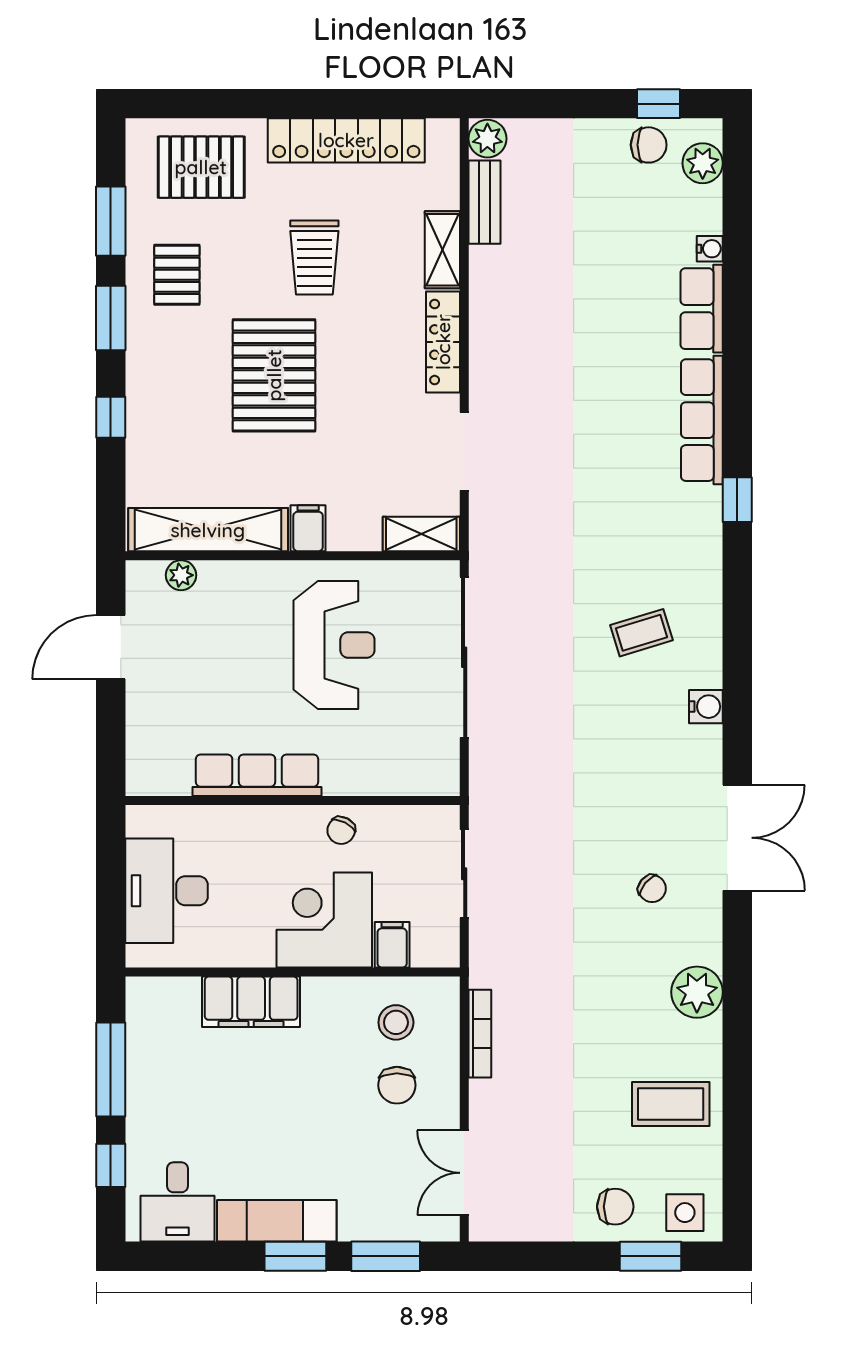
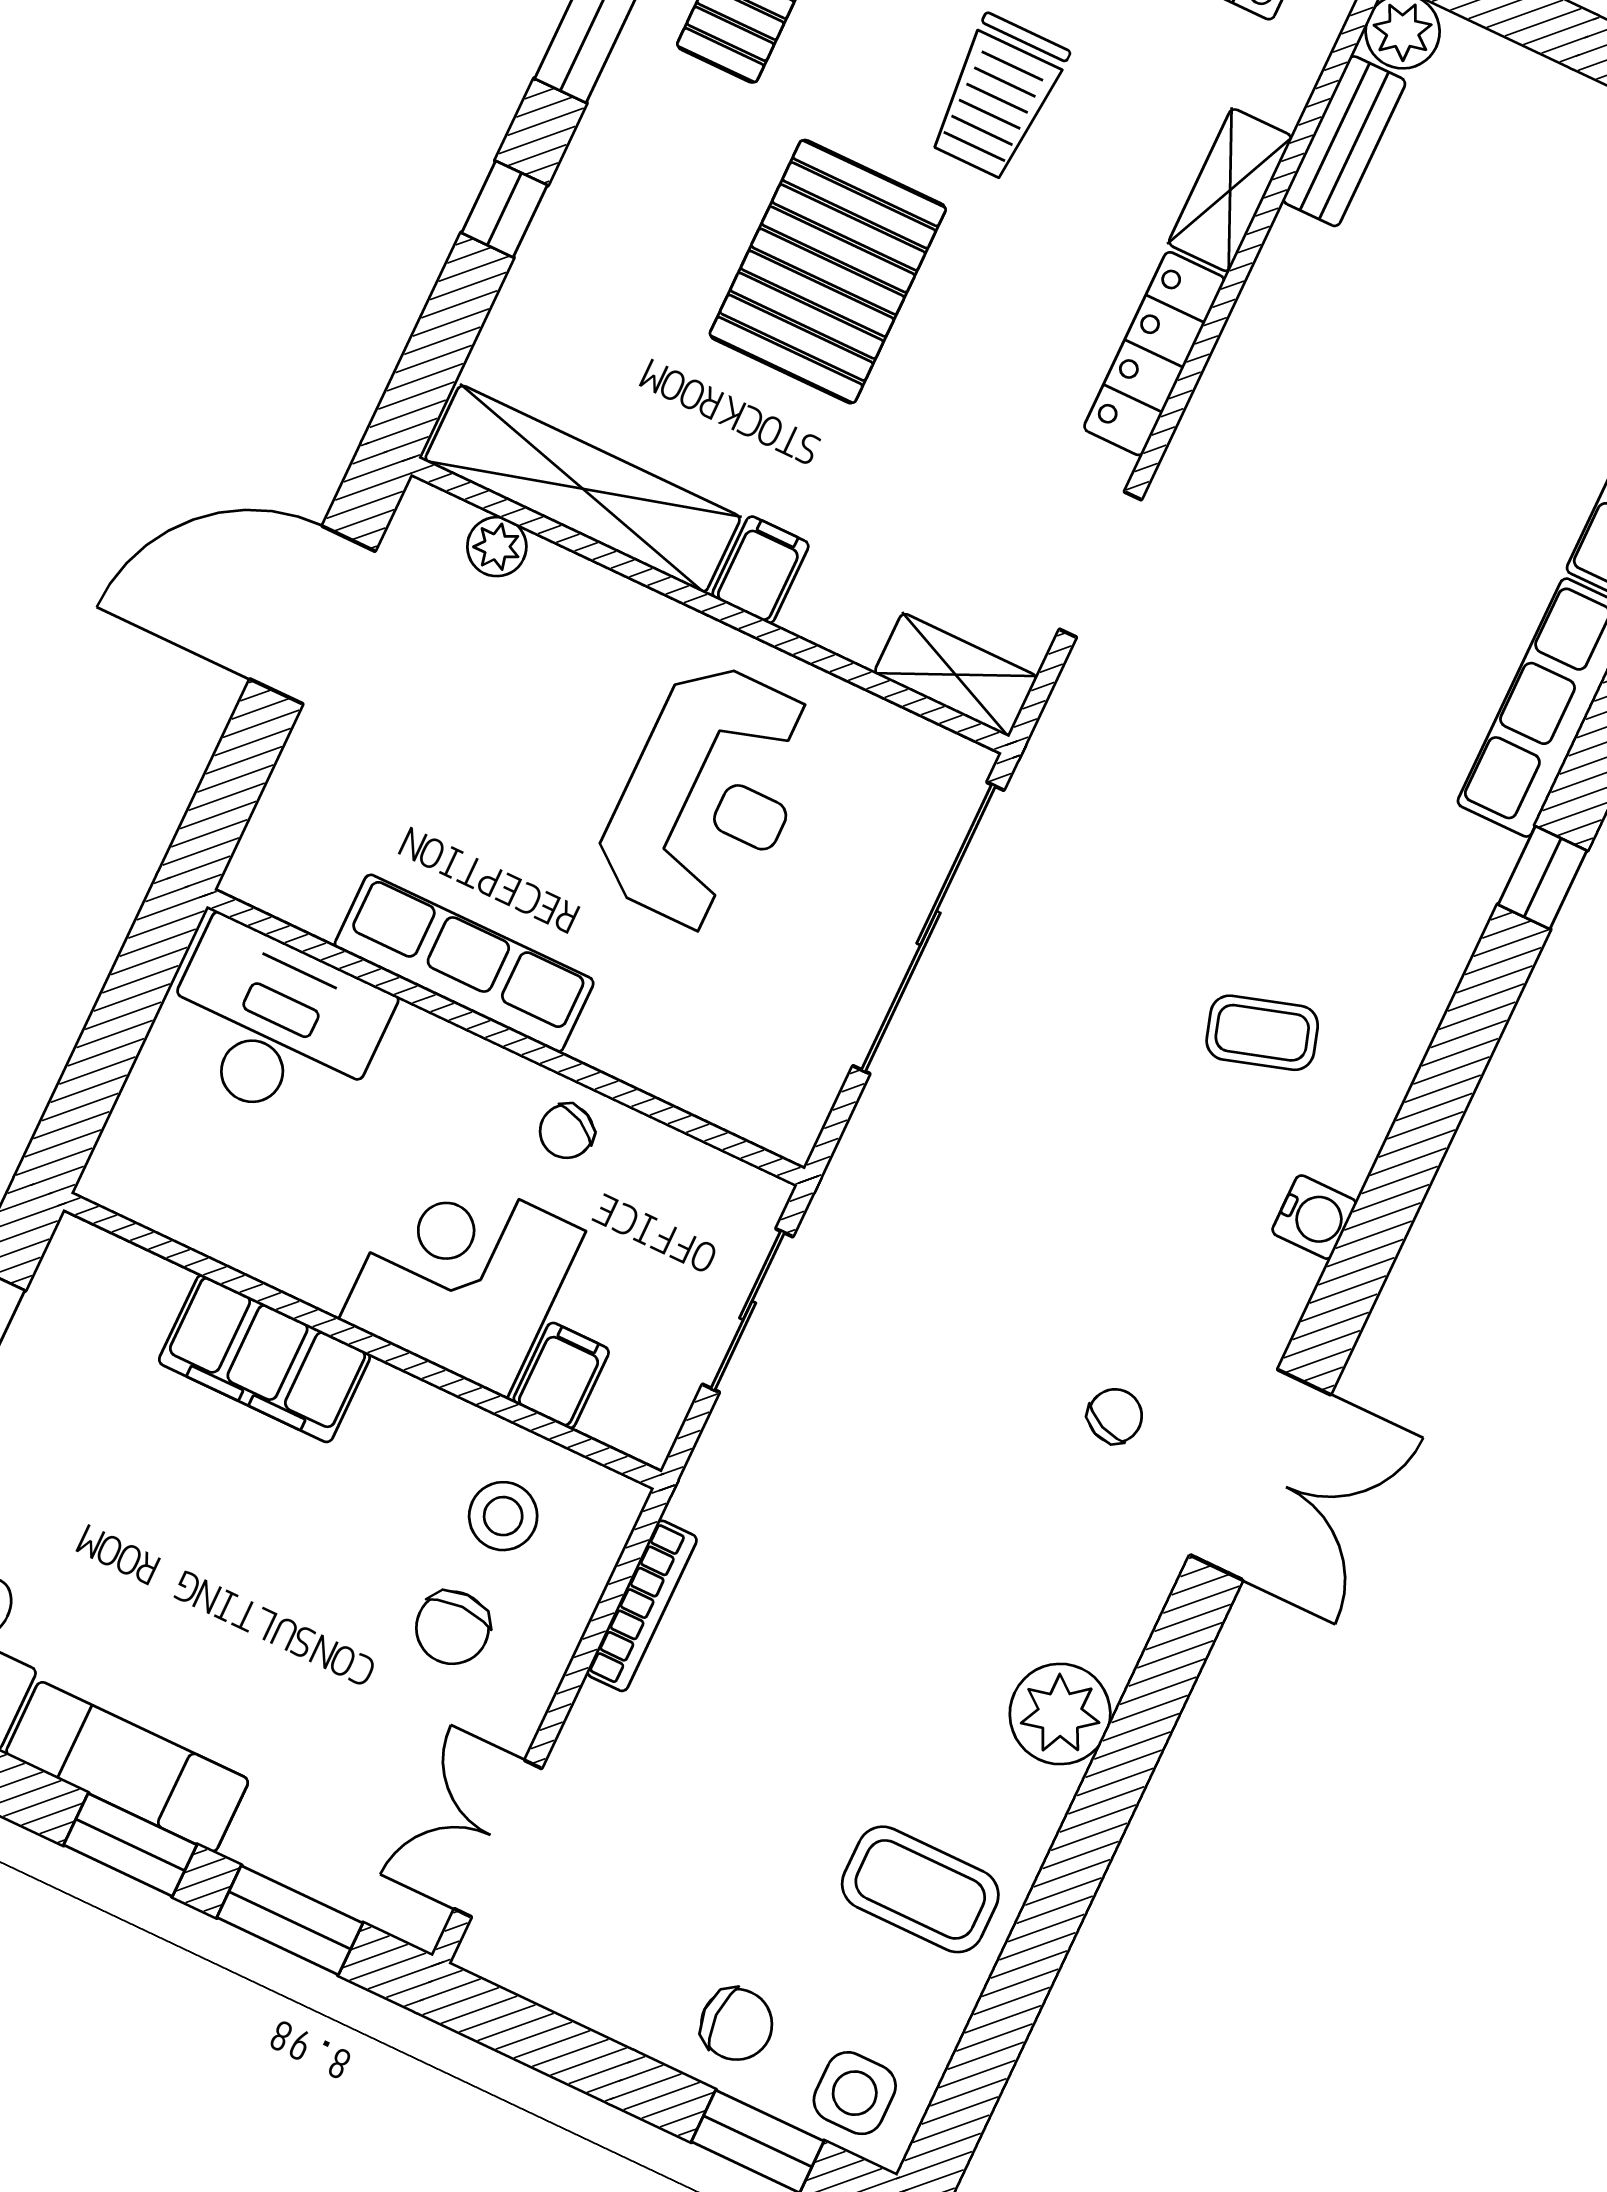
door: (111, 647) -> (313, 615), width x1.36
chair: (652, 889) -> (1115, 1416), moved, turned -107
desk: (166, 891) -> (273, 1026), moved, turned 90

